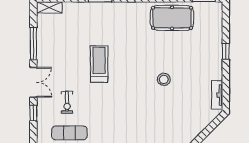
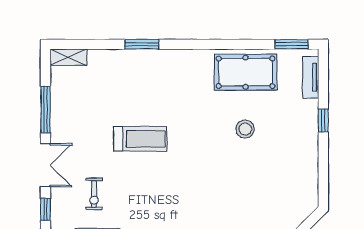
treadmill: (99, 64) -> (140, 139), turned 90
stool: (164, 79) -> (245, 129), moved
tv unit: (217, 95) -> (311, 77), moved

